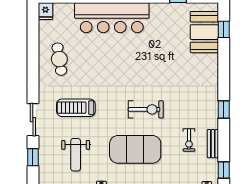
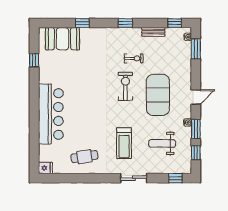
window: (224, 29) -> (82, 23), moved
exercise bike: (189, 140) -> (134, 58), moved
weight bench: (76, 155) -> (162, 143), turned 180
window: (33, 157) -> (175, 178), moved

